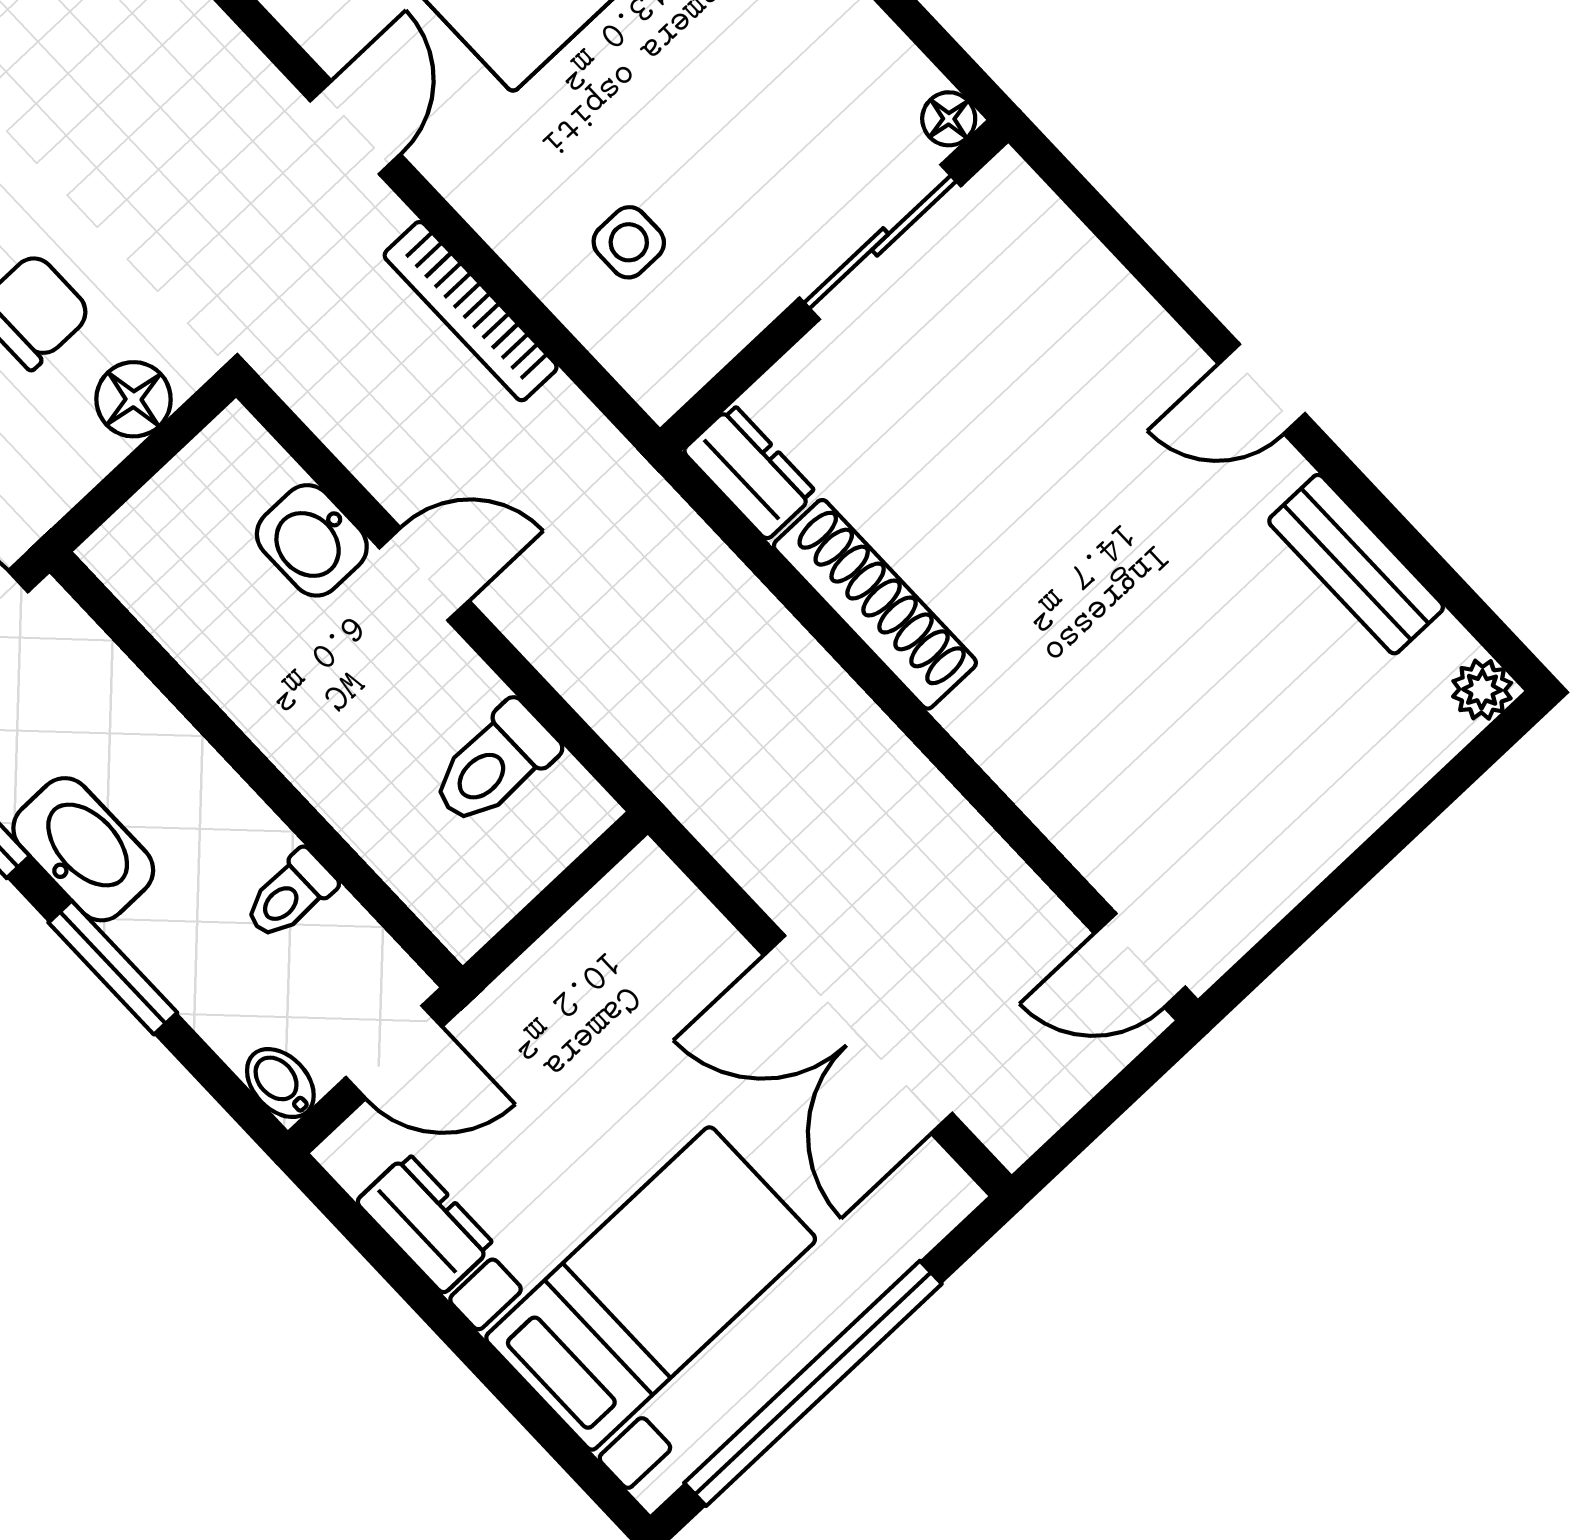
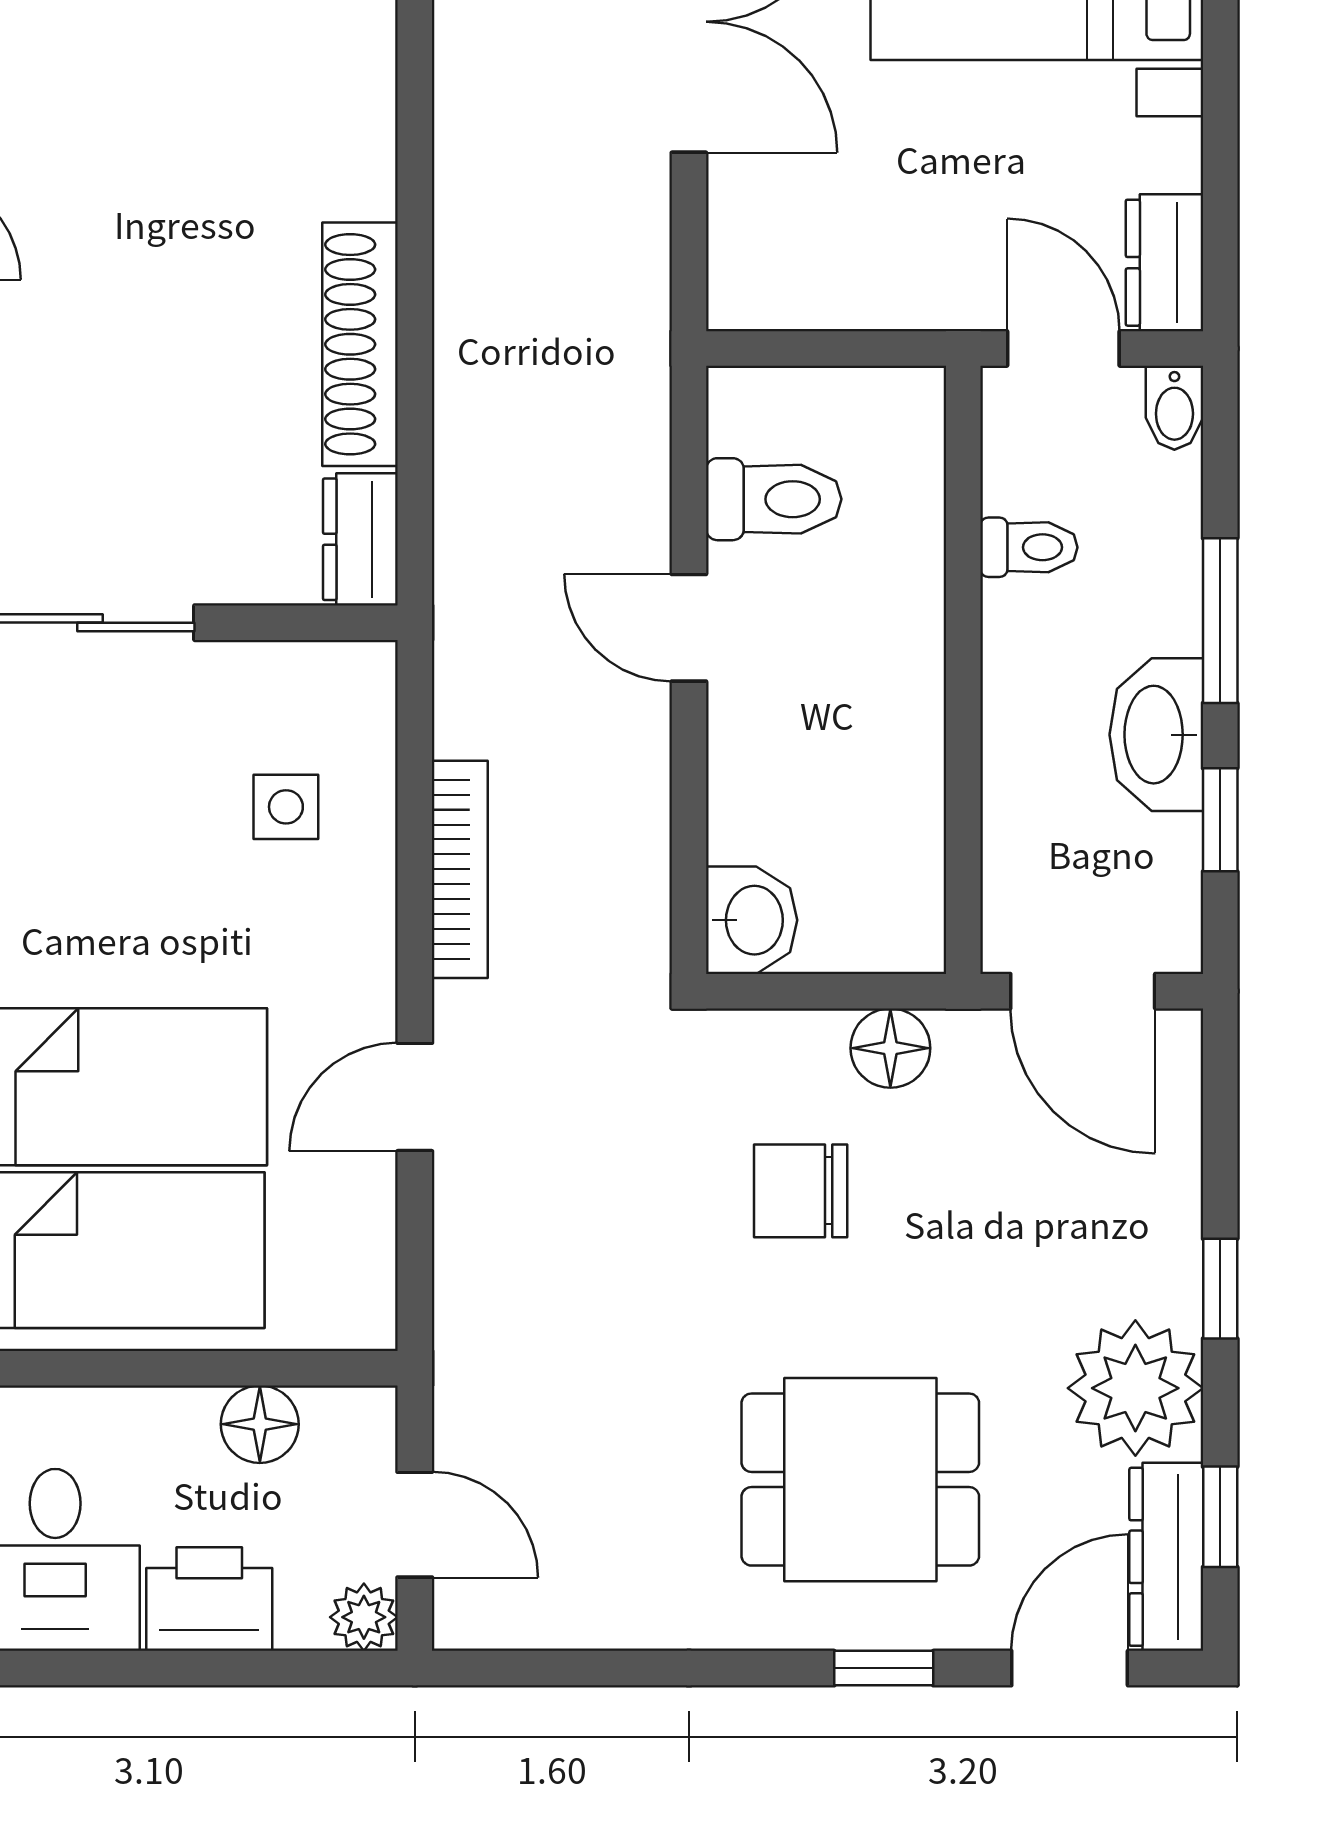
floor lamp: (134, 399) -> (890, 1048), moved
washbasin: (312, 540) -> (752, 920), moved
door: (424, 574) -> (689, 628), moved
dresser: (425, 1223) -> (1164, 263), moved

